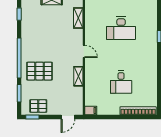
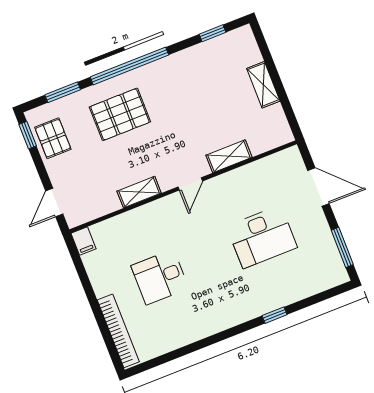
shelving: (78, 18) -> (229, 156), moved
desk: (121, 28) -> (262, 237), turned -90
pallet: (39, 71) -> (120, 114), turned 90
door: (68, 117) -> (54, 202), hinge flipped

